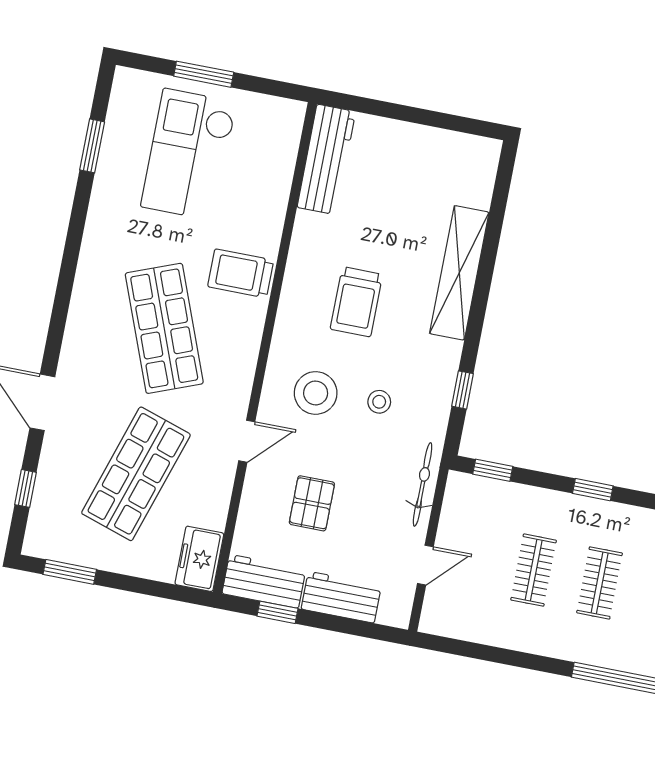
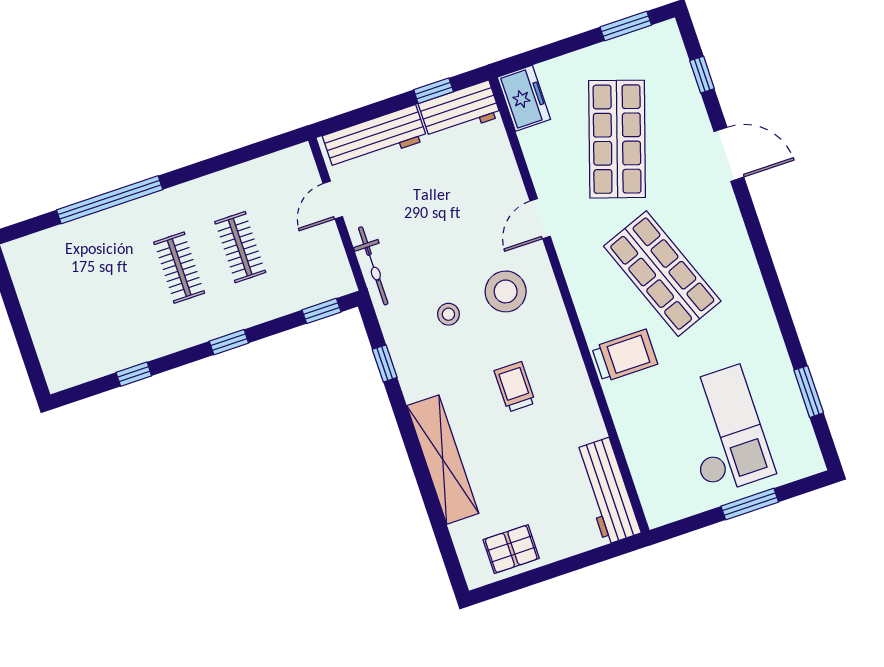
trolley: (356, 302) -> (515, 387), width x0.73, depth x0.72
pallet: (312, 503) -> (511, 549), moved, turned 90
workbench: (341, 597) -> (375, 138), width x1.38

